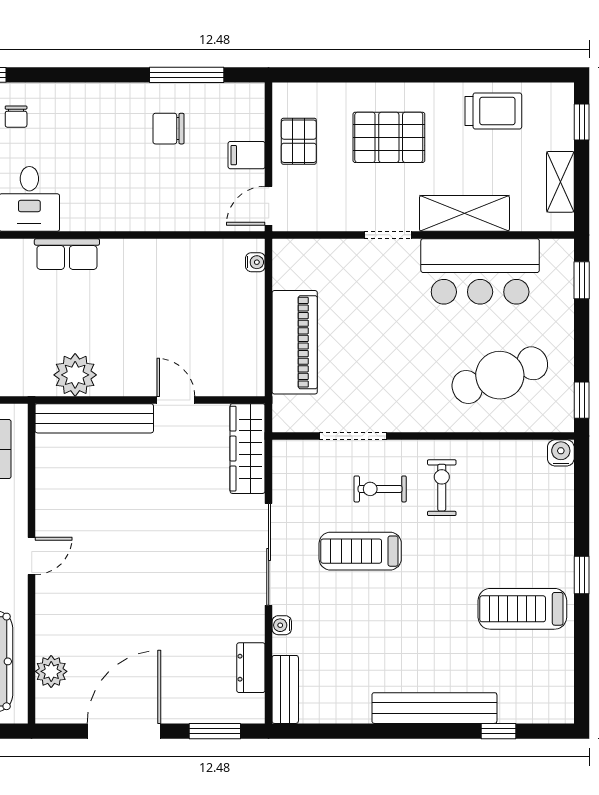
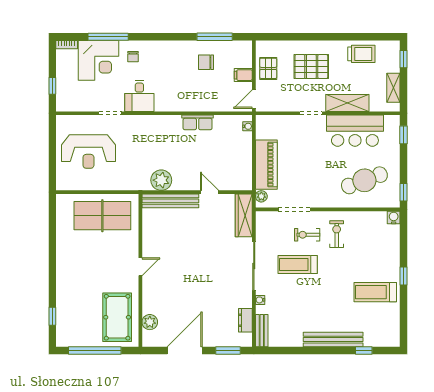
row of seats: (67, 254) -> (198, 122), moved
plant: (284, 409) -> (261, 196), added

